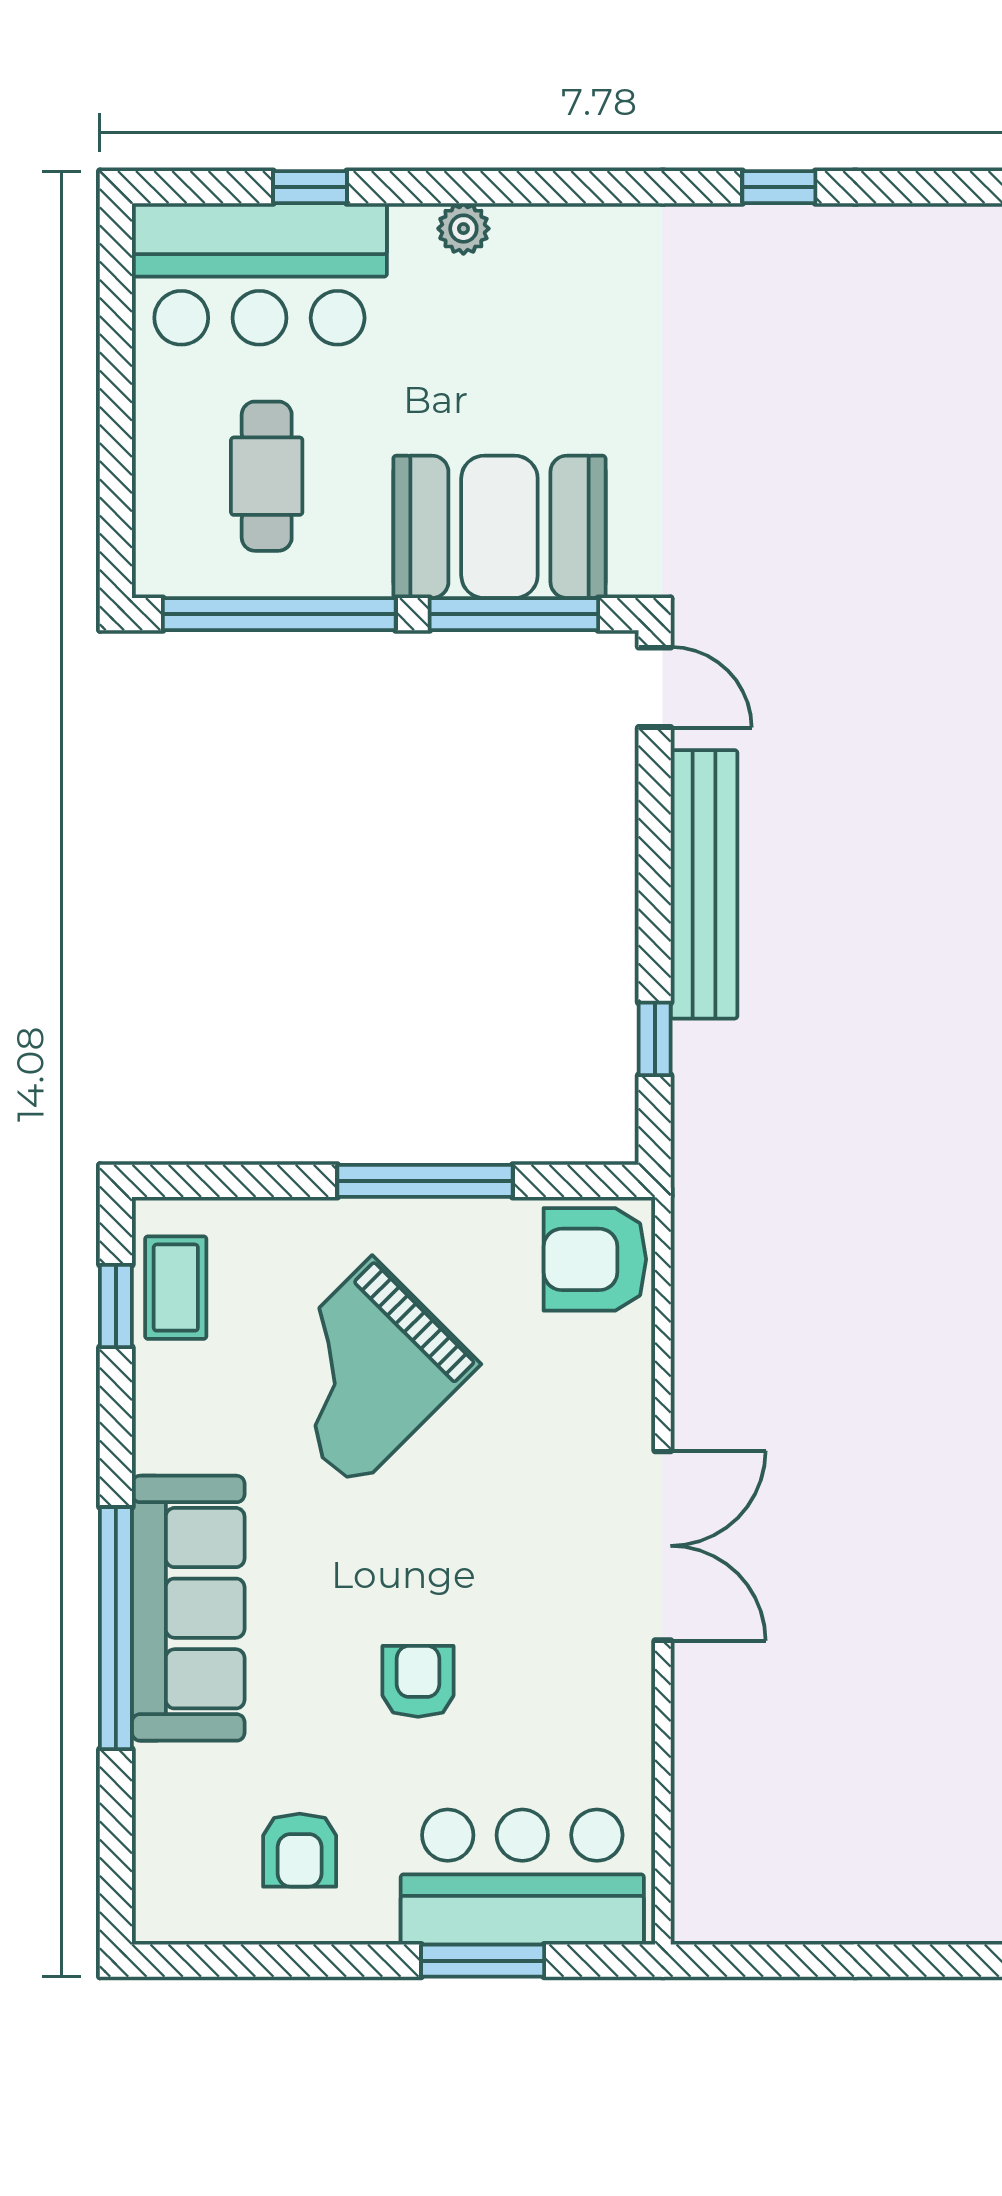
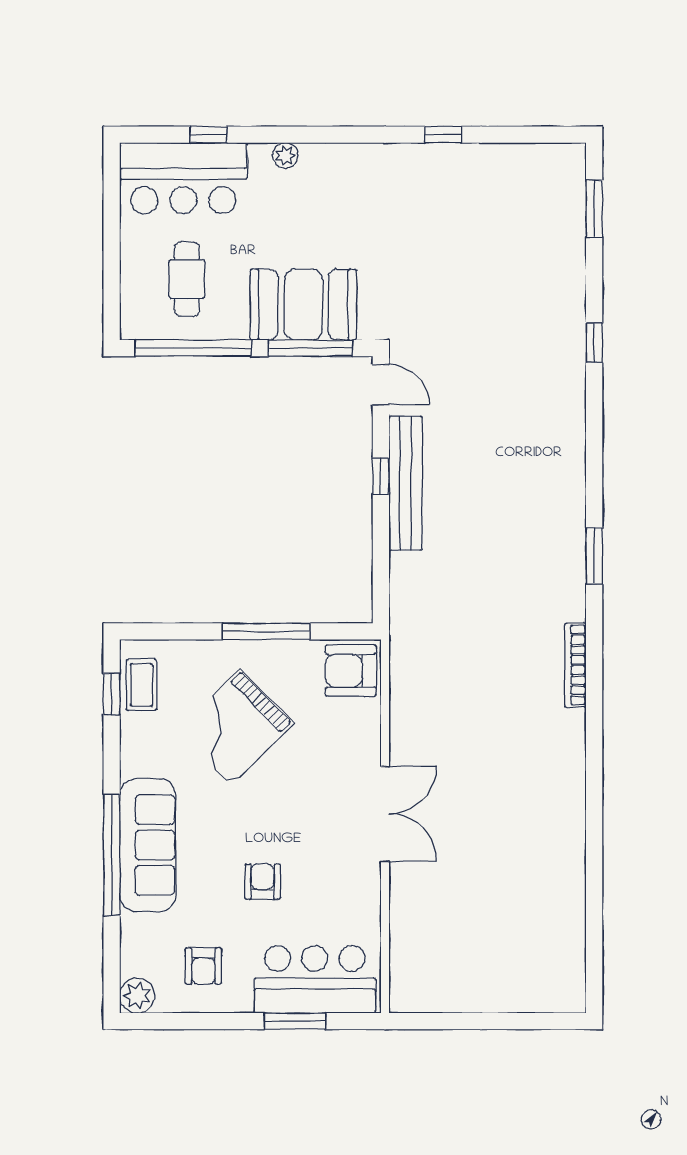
window: (655, 1039) -> (381, 476), moved
plant: (167, 1910) -> (137, 996), added

